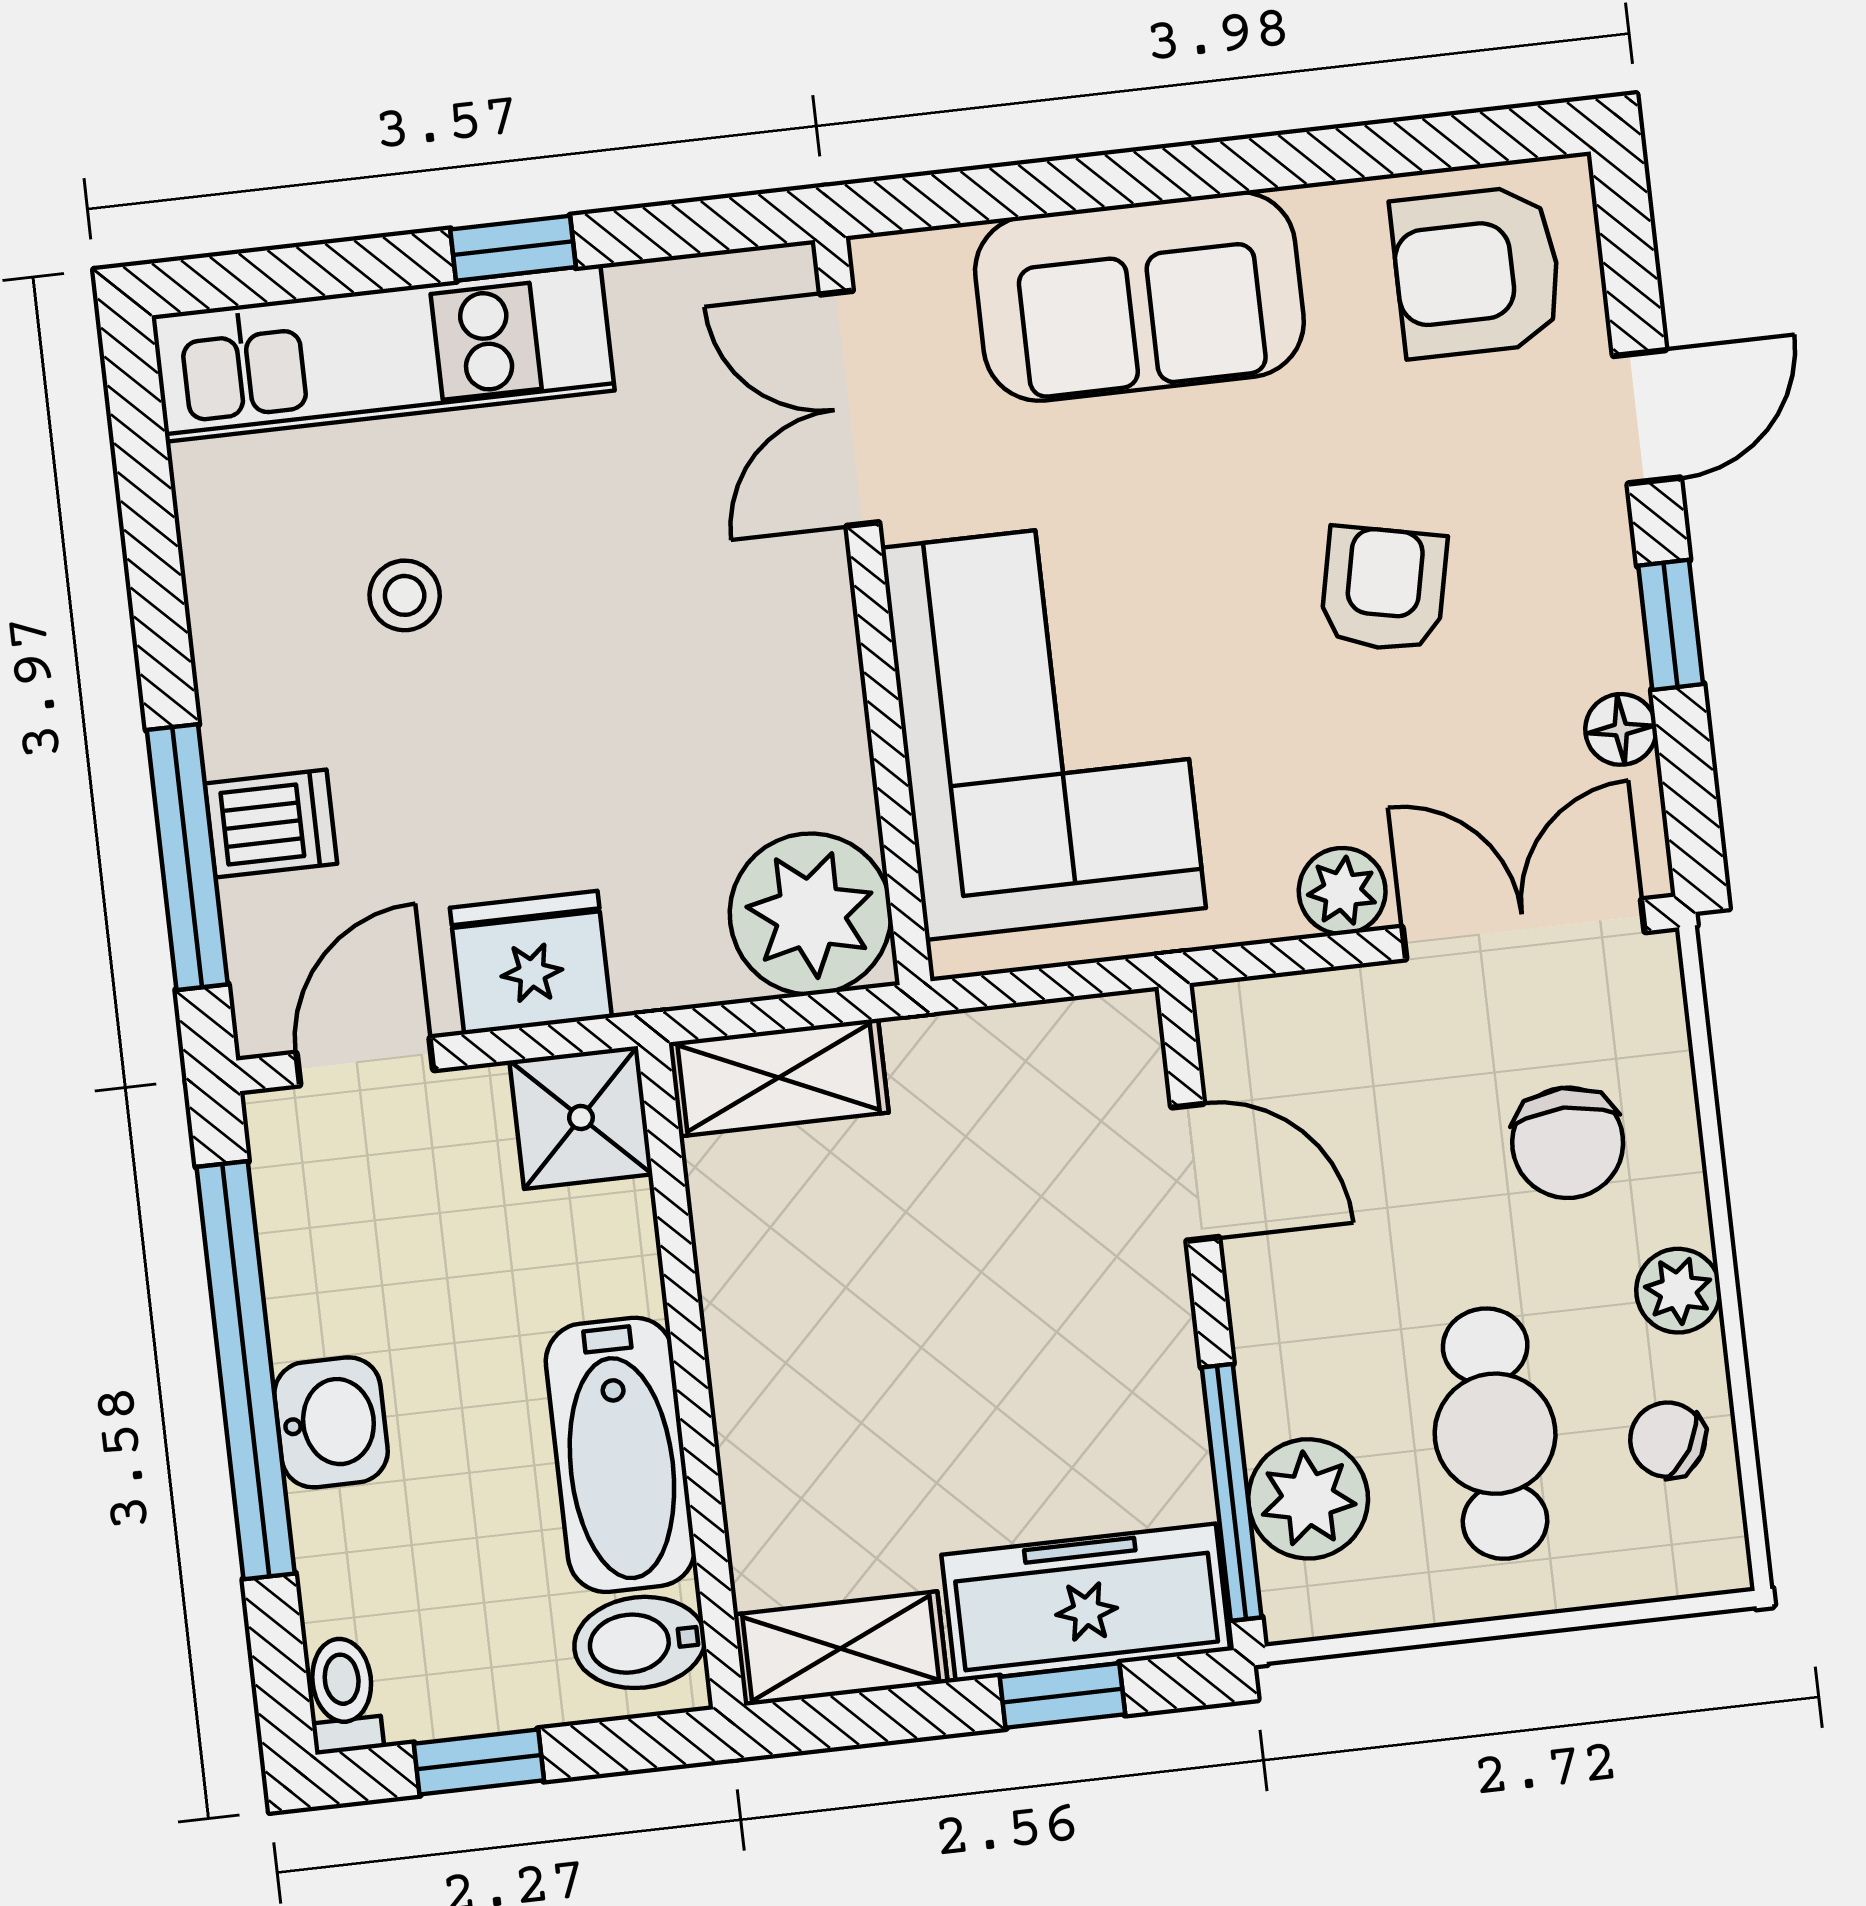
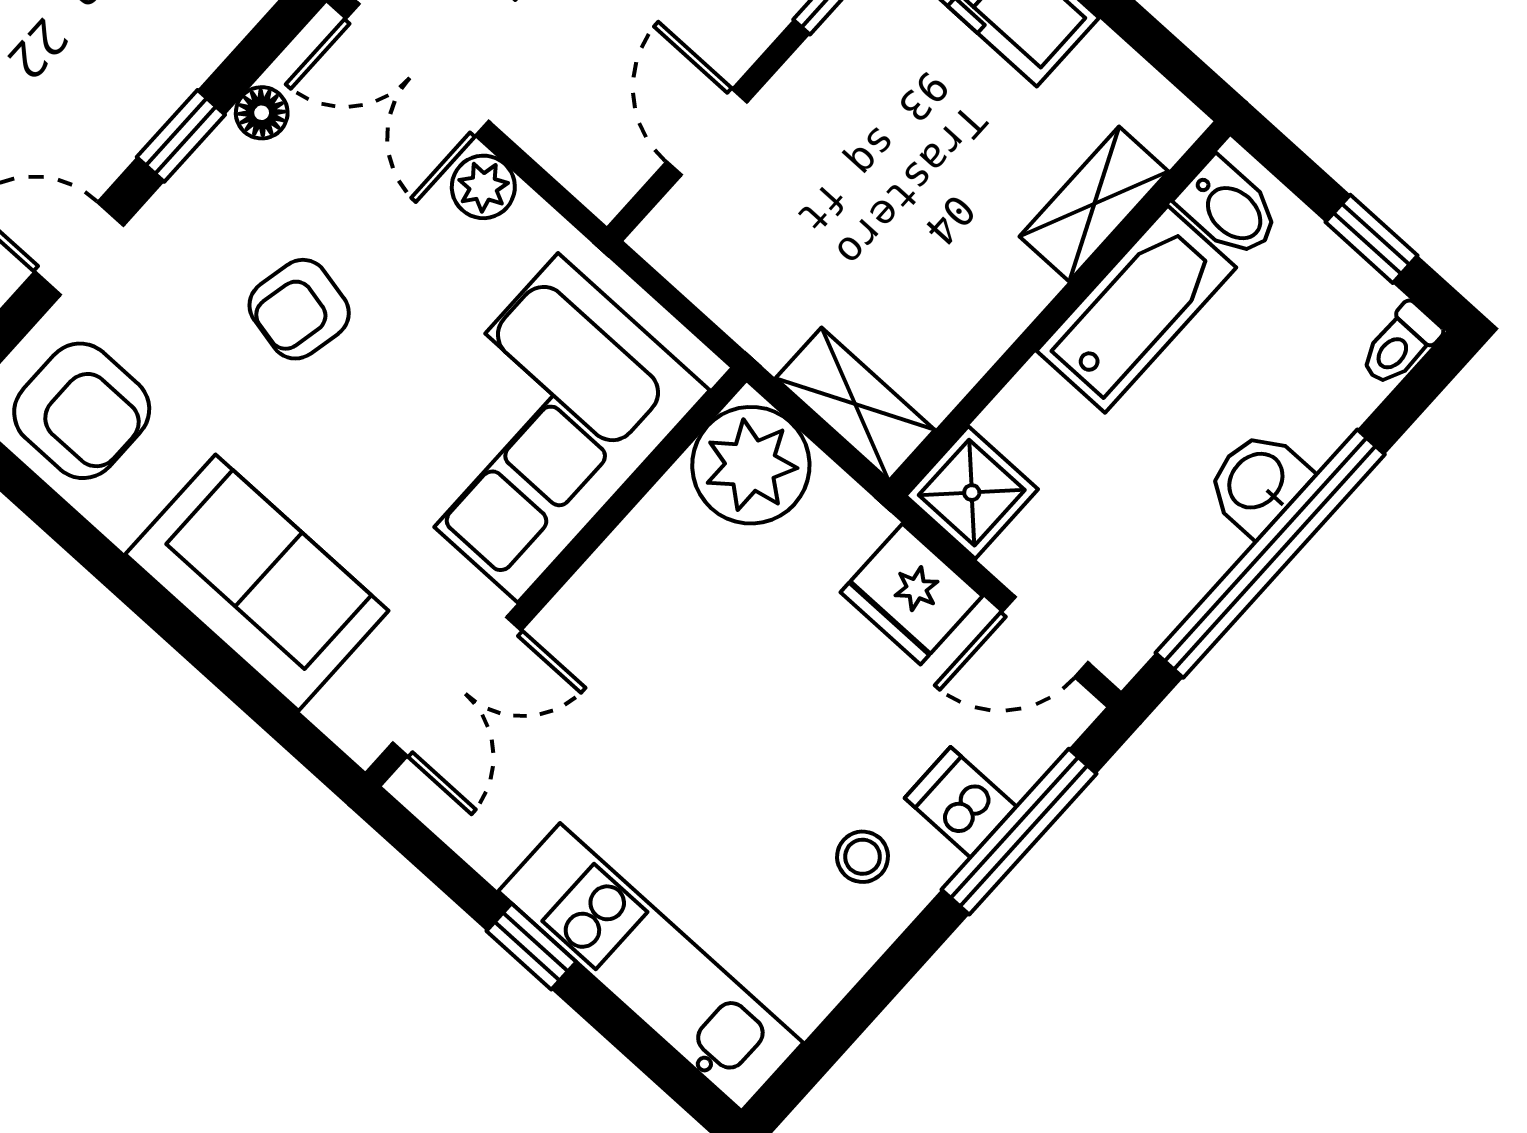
stool: (405, 595) -> (863, 857), moved
shelving: (841, 1649) -> (1094, 204), moved, turned 90

